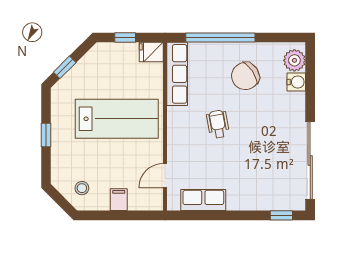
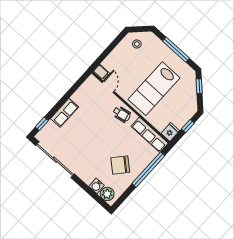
chair: (245, 76) -> (120, 165), turned -105
wheelchair: (218, 124) -> (122, 114), moved
window: (46, 135) -> (176, 50), width x2.17
filing cabinet: (119, 200) -> (101, 72), moved
row of seats: (203, 200) -> (65, 113), moved

